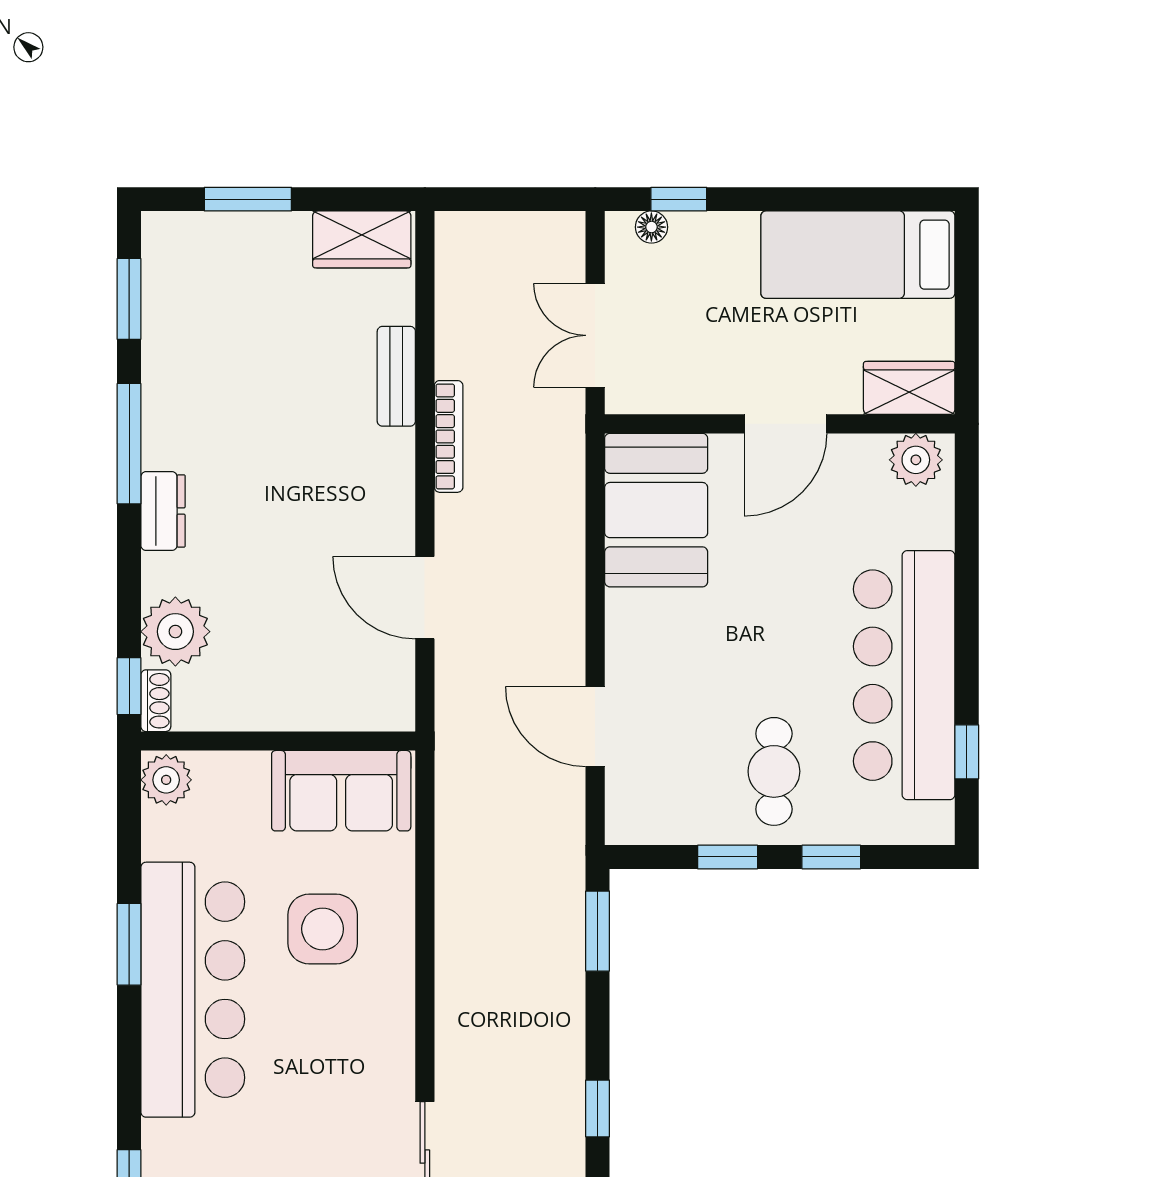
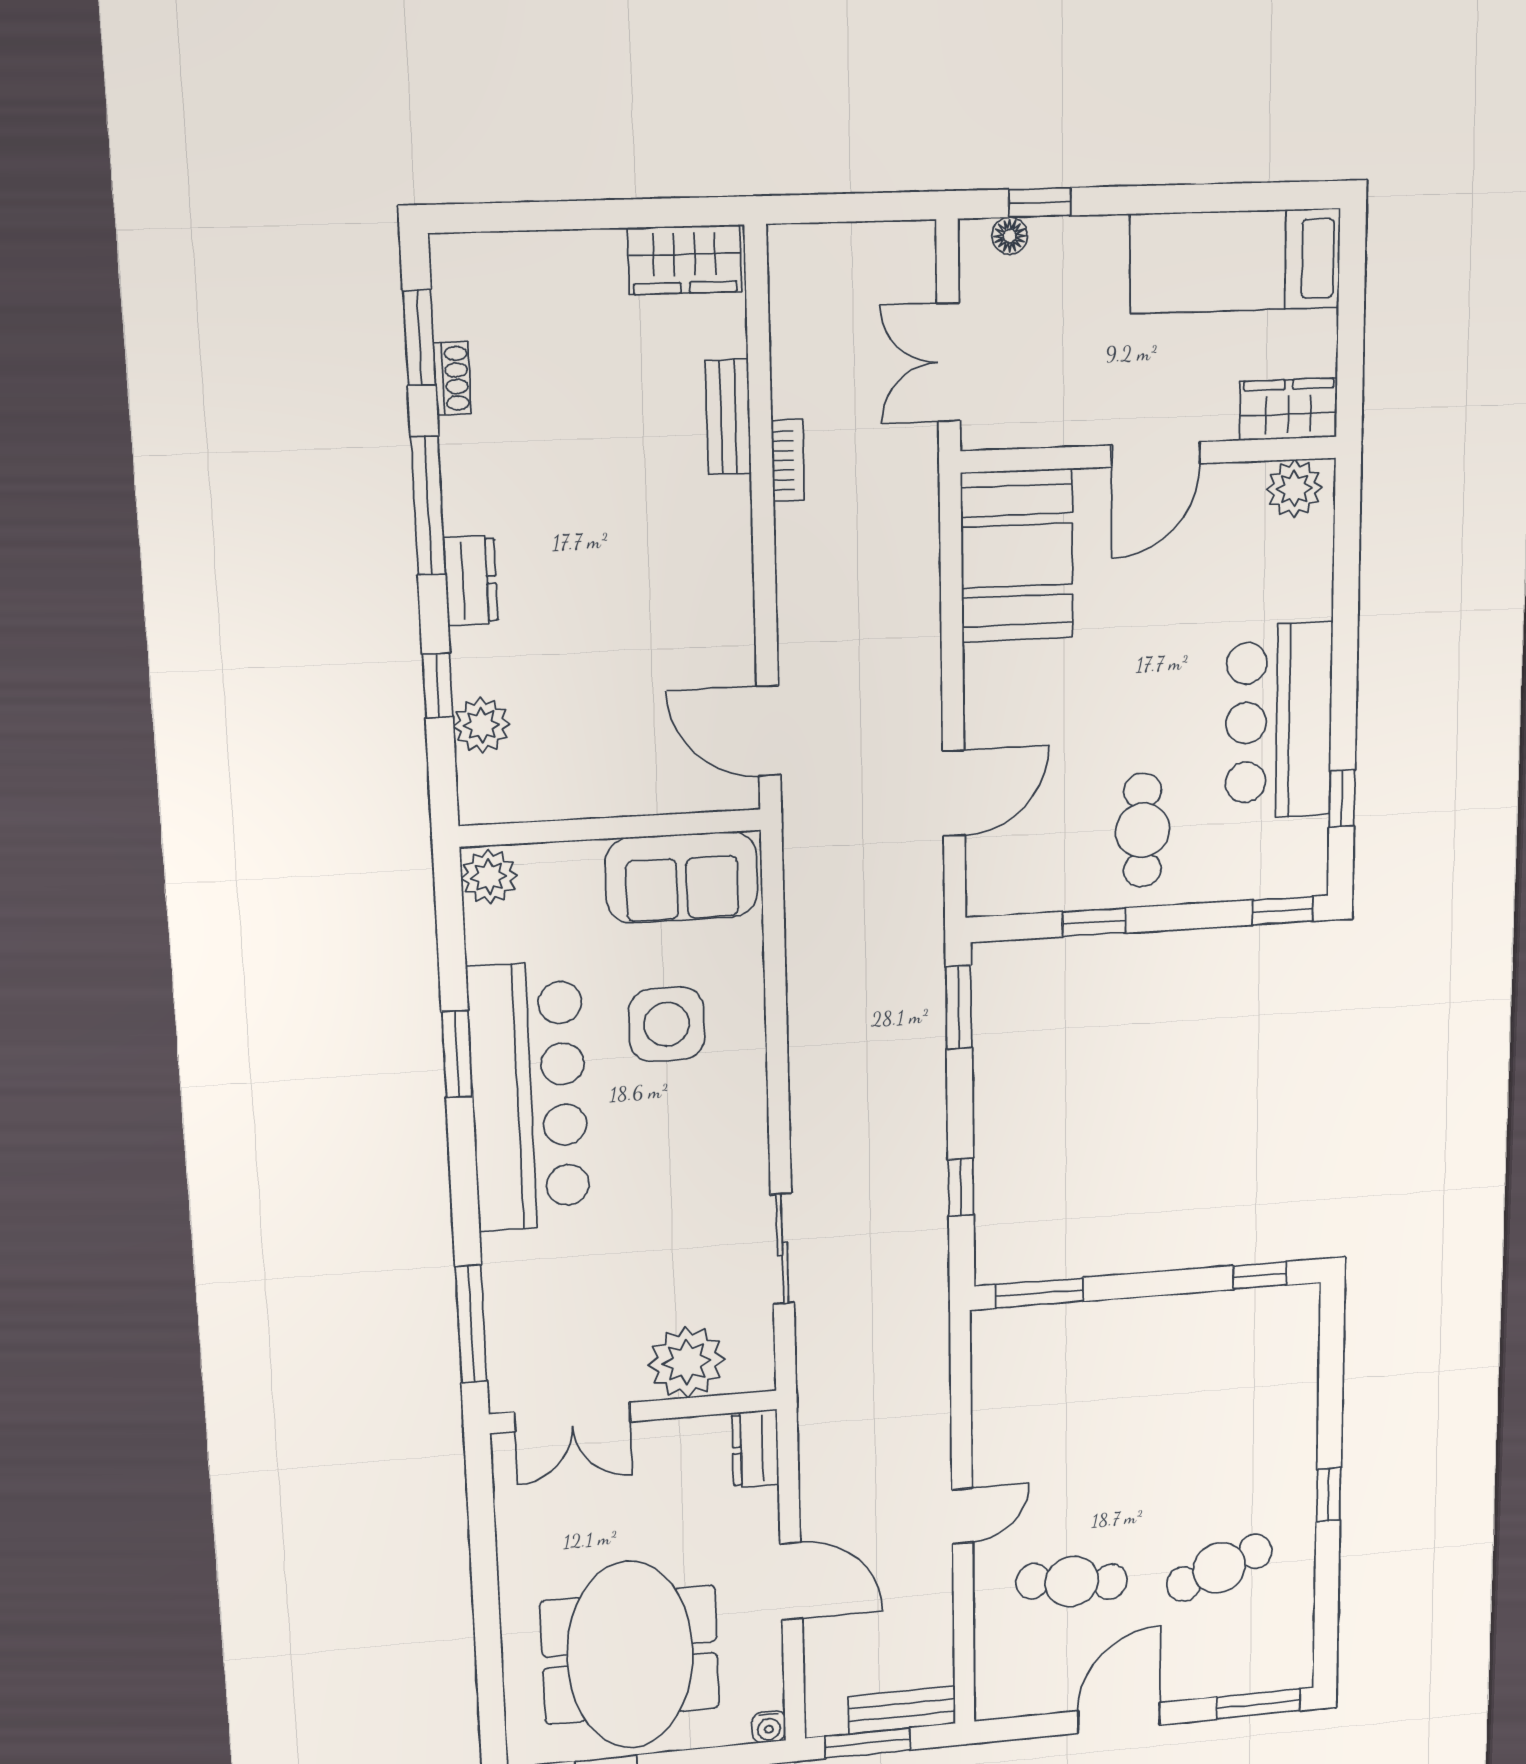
window: (248, 199) -> (552, 216), removed
bookcase: (449, 436) -> (788, 460), width x0.64
door: (425, 598) -> (769, 731), moved
plant: (175, 632) -> (482, 725), width x0.73, depth x0.73
bar counter: (904, 675) -> (1279, 721), width x0.73
window: (129, 686) -> (438, 685), moved
shoe rack: (156, 701) -> (452, 378), moved
door: (595, 726) -> (954, 793), swing flipped
window: (831, 857) -> (1283, 911), moved

